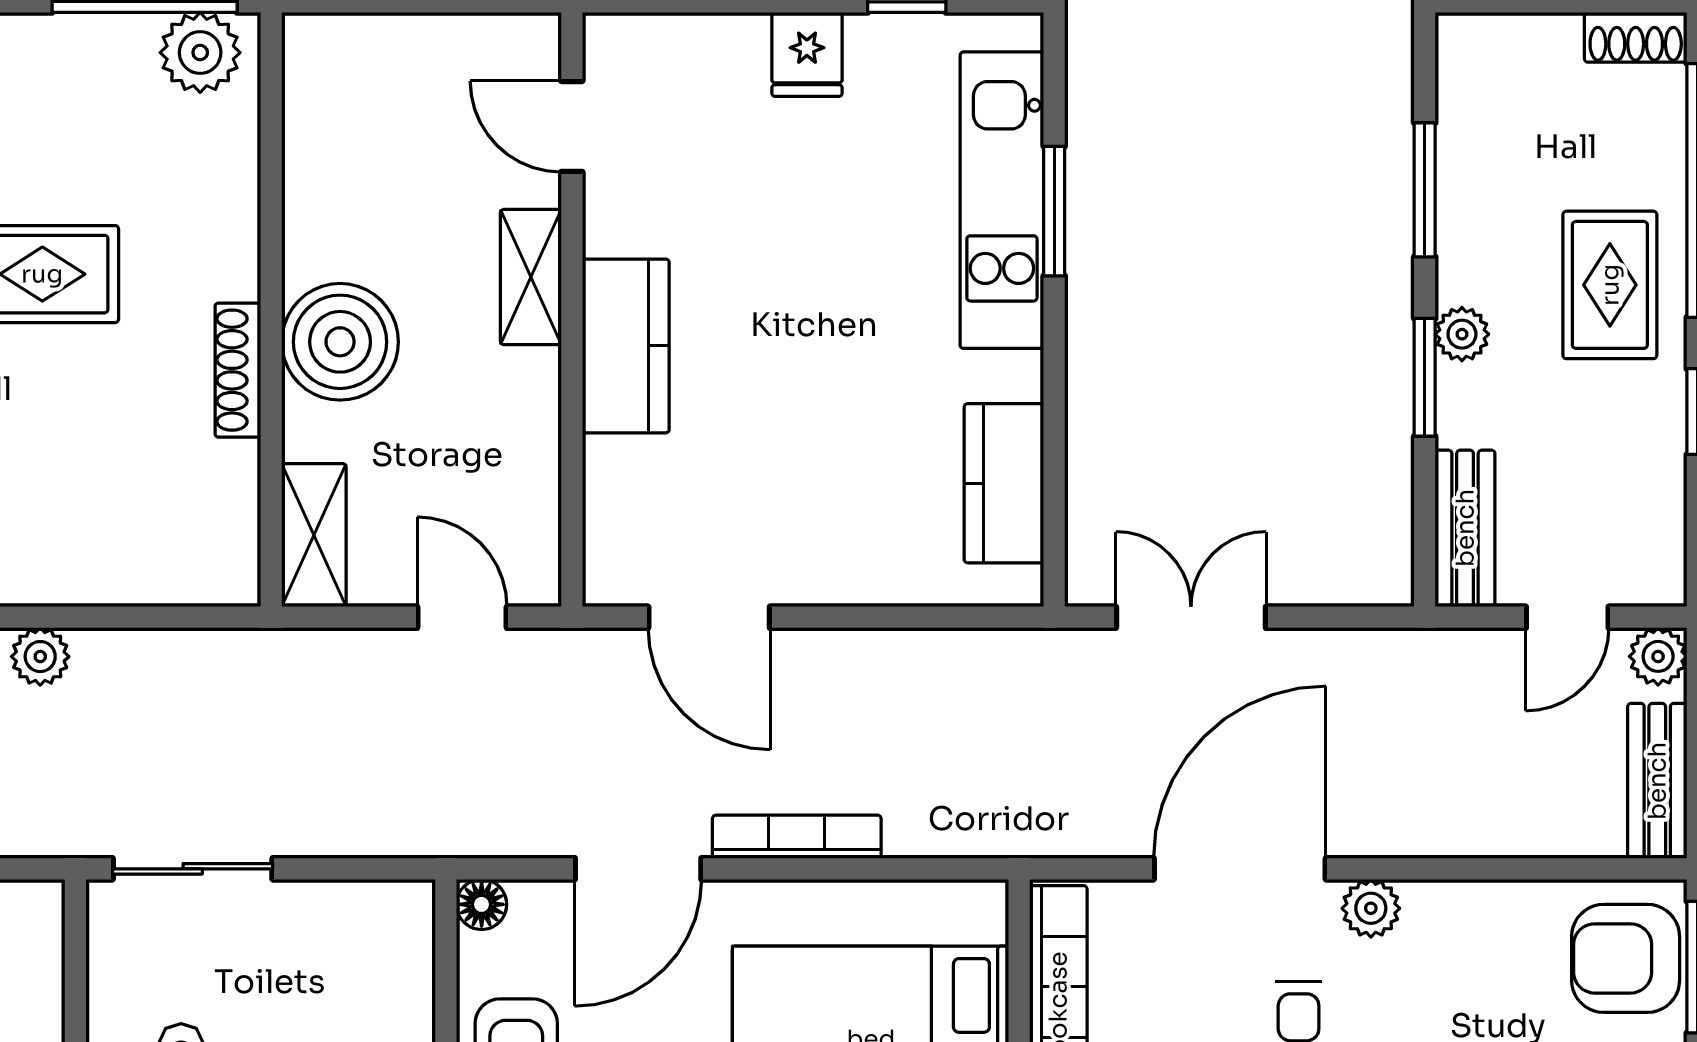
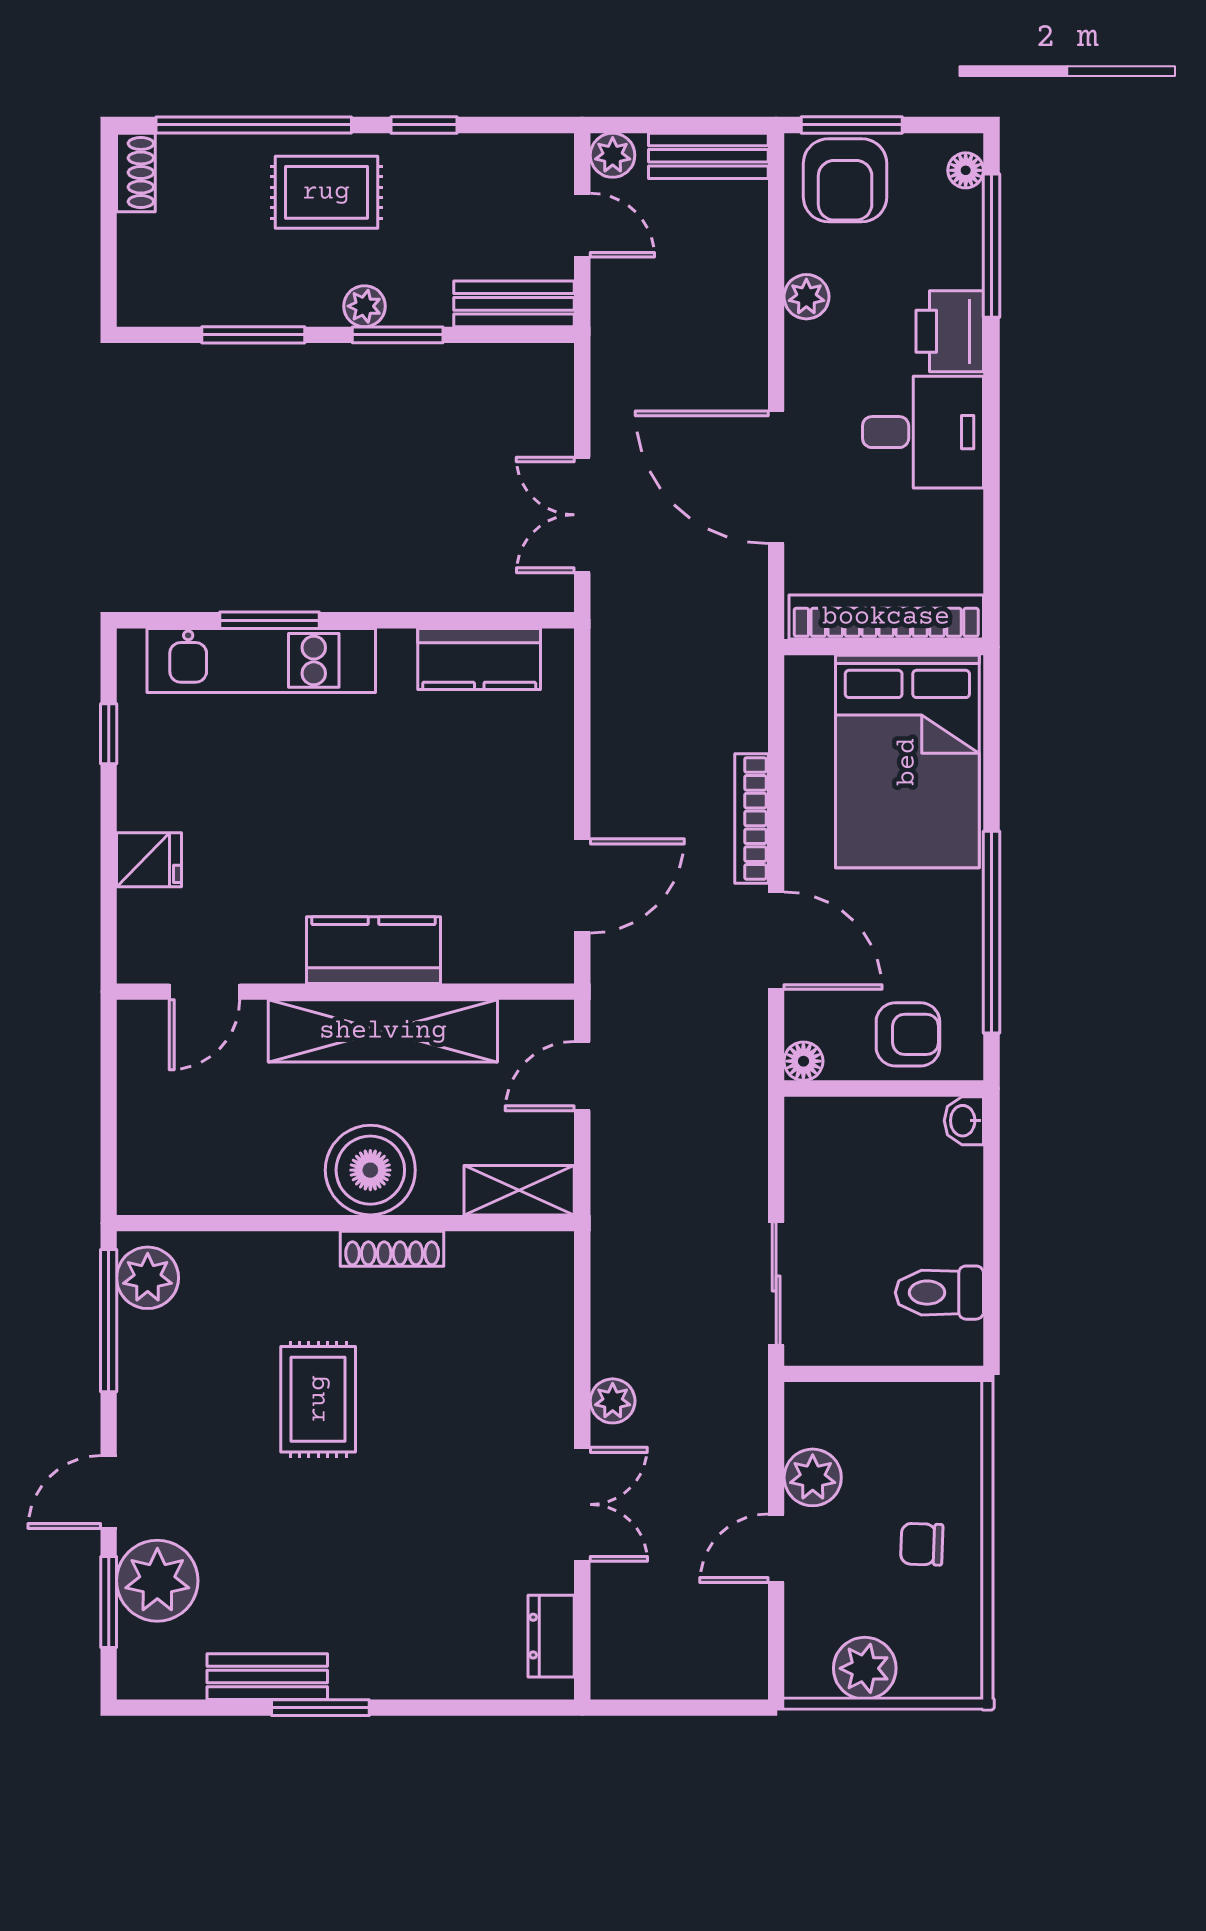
fridge: (807, 54) -> (149, 860), moved
shelving: (531, 277) -> (383, 1031), width x2.20, depth x1.33
plant: (1371, 908) -> (806, 297), moved

